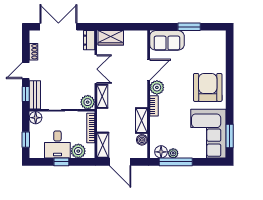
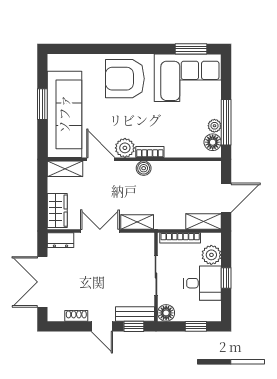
sofa: (167, 40) -> (64, 114), width x1.85, depth x1.27
plant: (88, 102) -> (145, 242), removed
shelving: (142, 121) -> (65, 169), moved
boiler: (142, 140) -> (144, 168), moved

